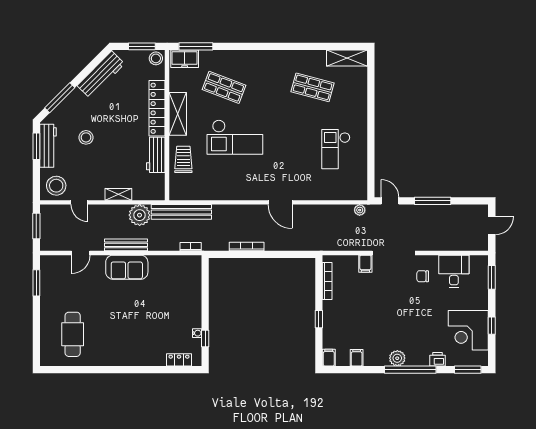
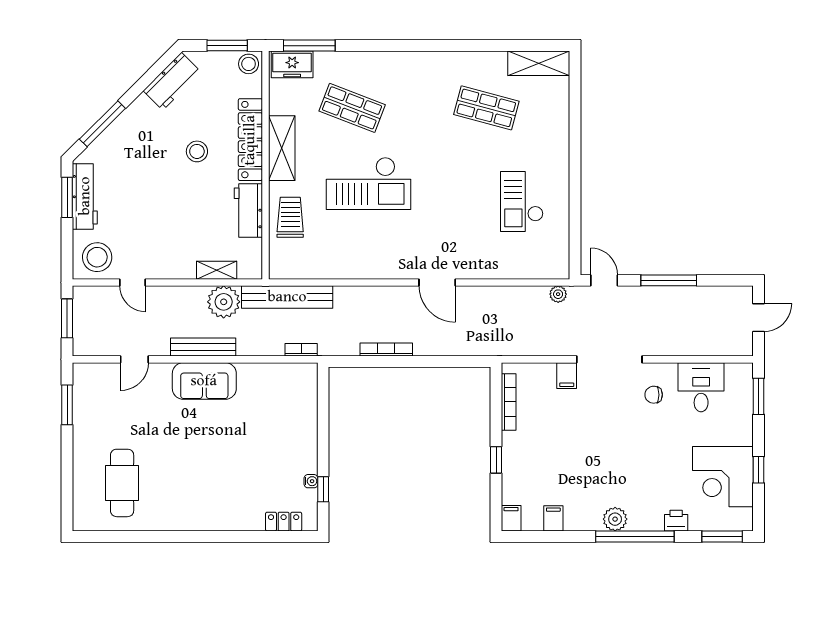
workbench: (101, 75) -> (172, 81), width x0.73
stool: (86, 137) -> (197, 151), moved
shelving: (118, 194) -> (217, 270), moved

